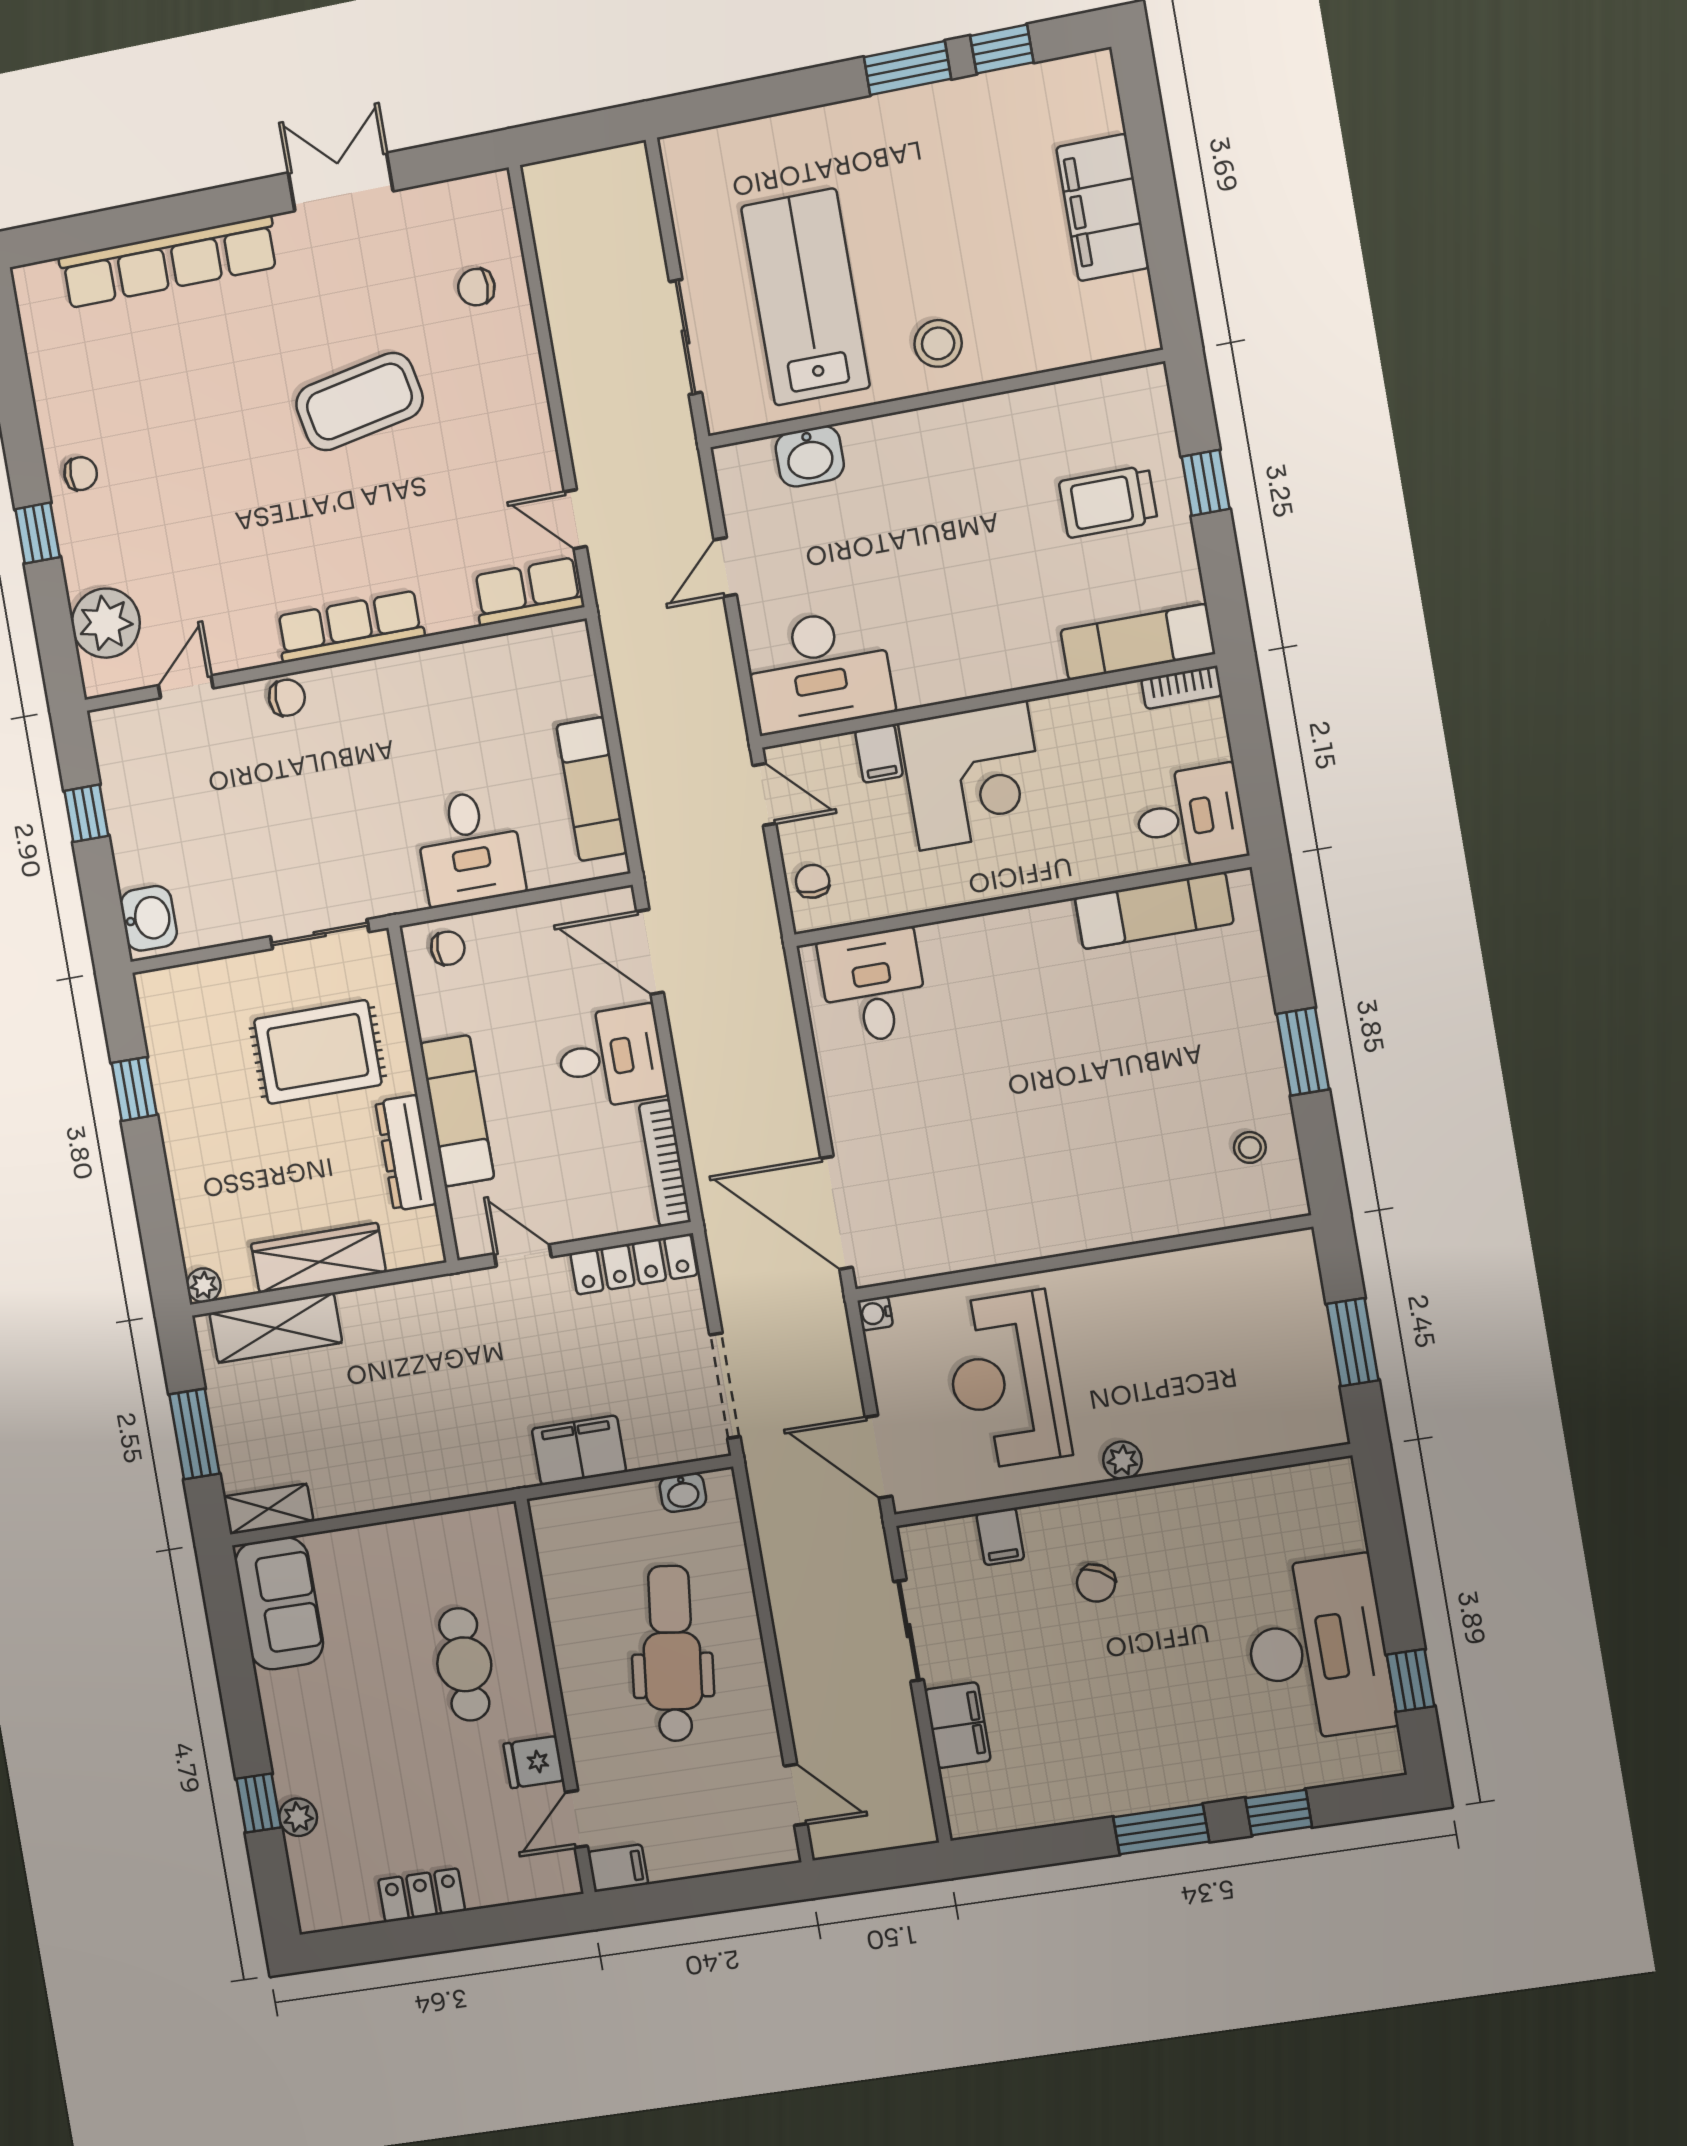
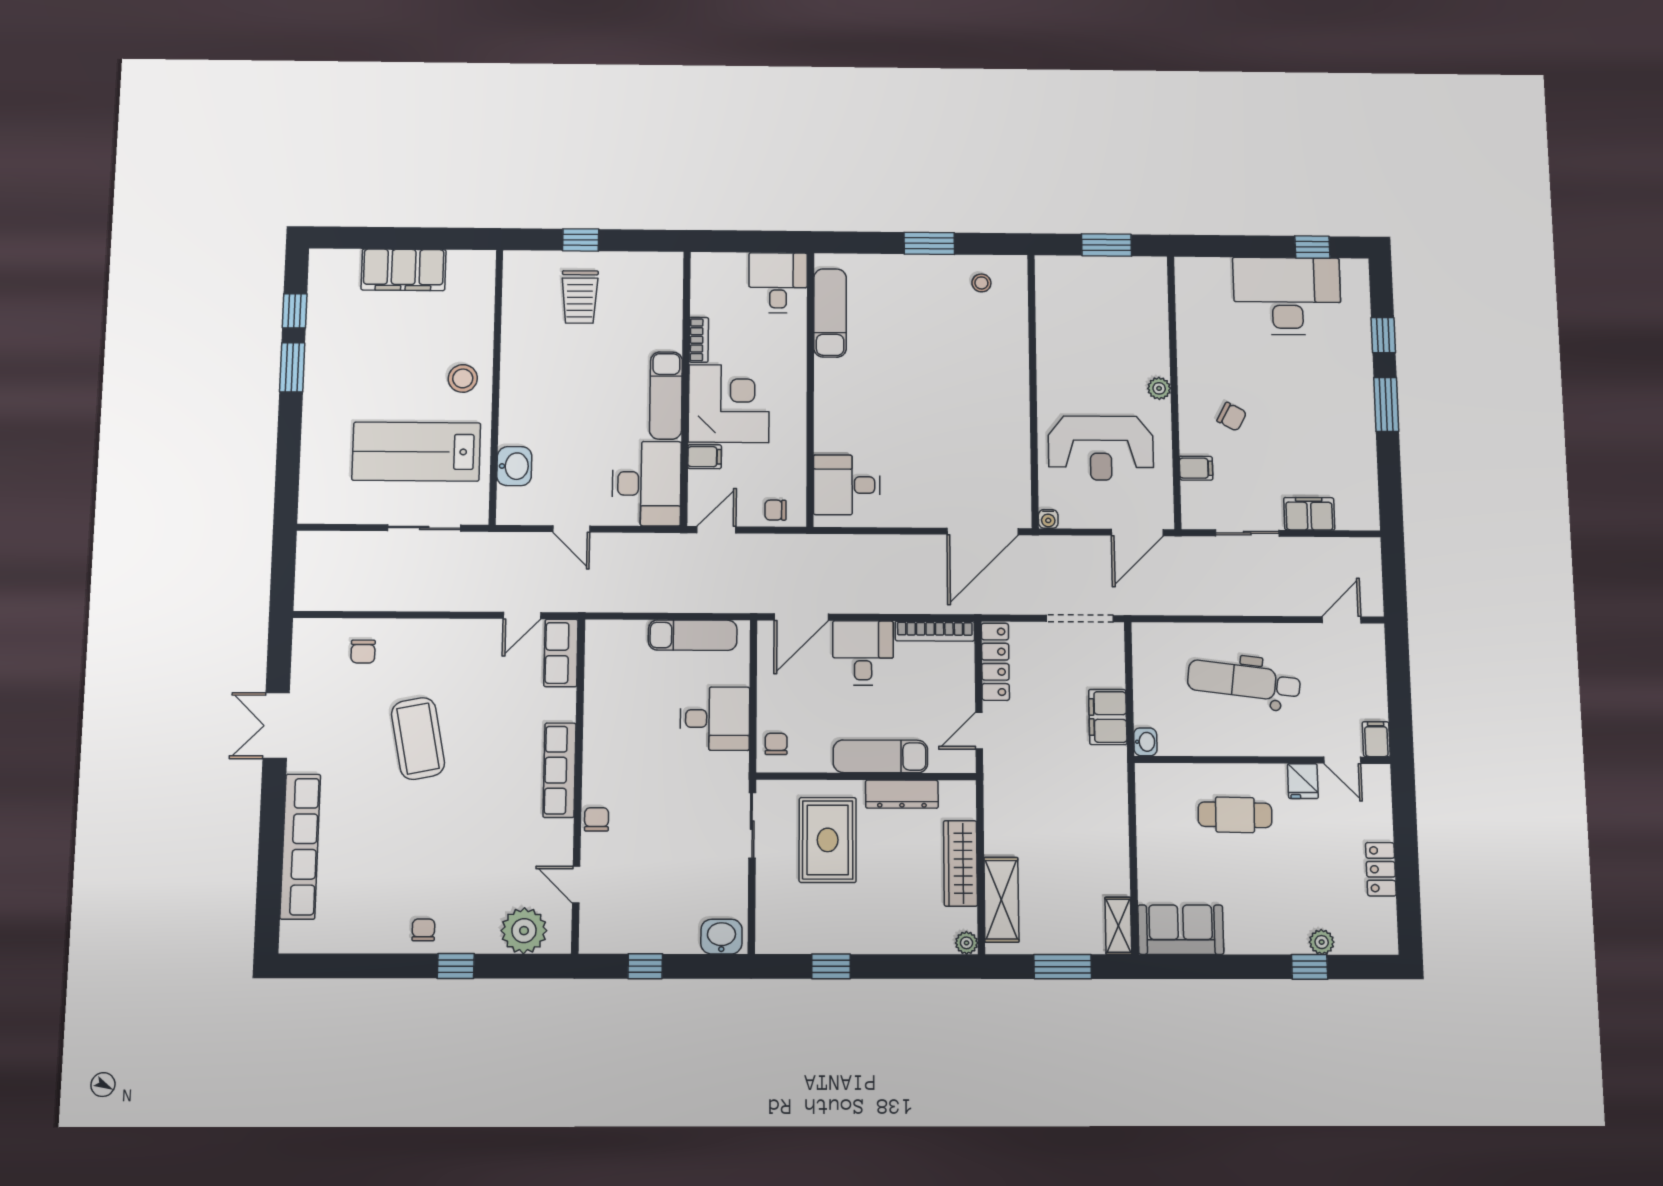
exam couch: (1138, 642) -> (666, 396), moved
bookcase: (1182, 687) -> (699, 340), moved
washbasin: (683, 1492) -> (1145, 742), moved

